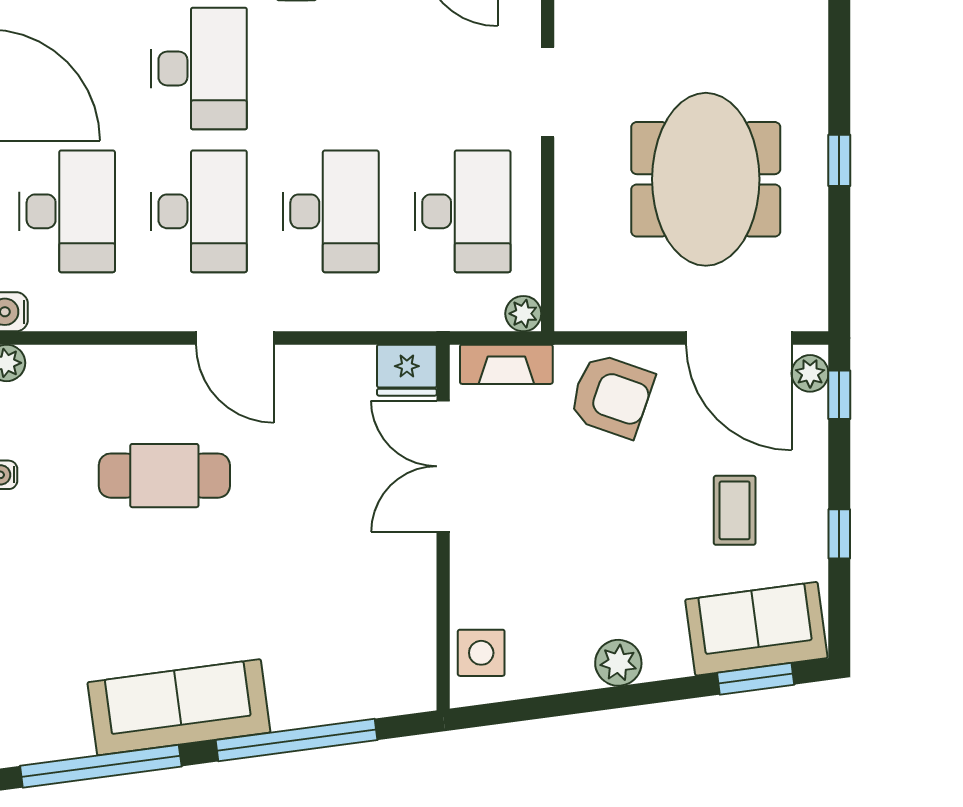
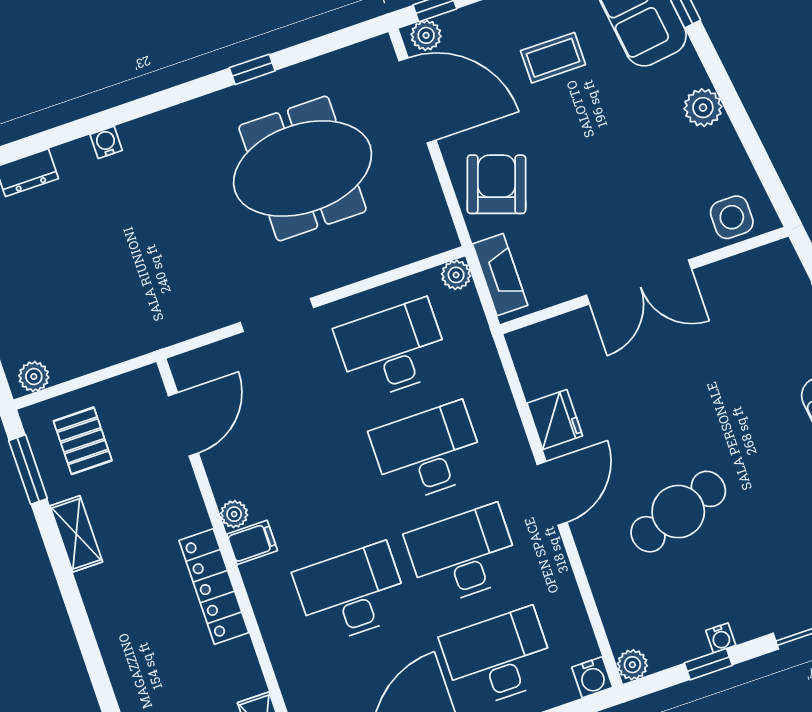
door: (739, 338) -> (418, 100), hinge flipped
fridge: (407, 370) -> (555, 419), moved
double door: (443, 466) -> (639, 282), moved
cafe table: (164, 476) -> (678, 512), turned 72

